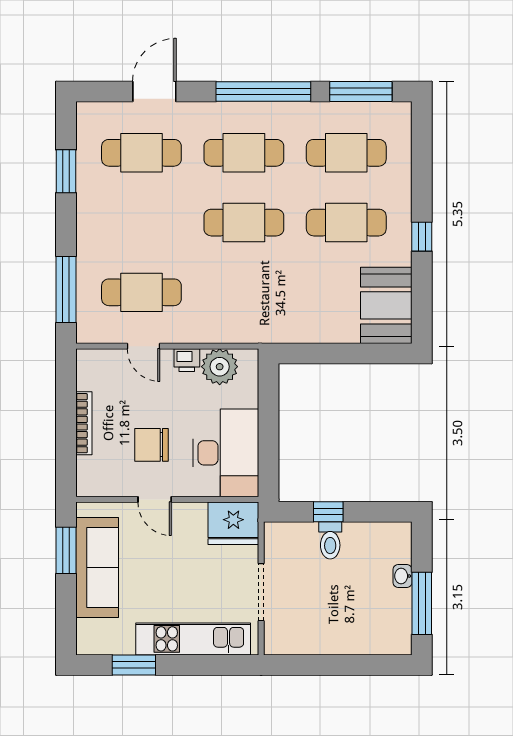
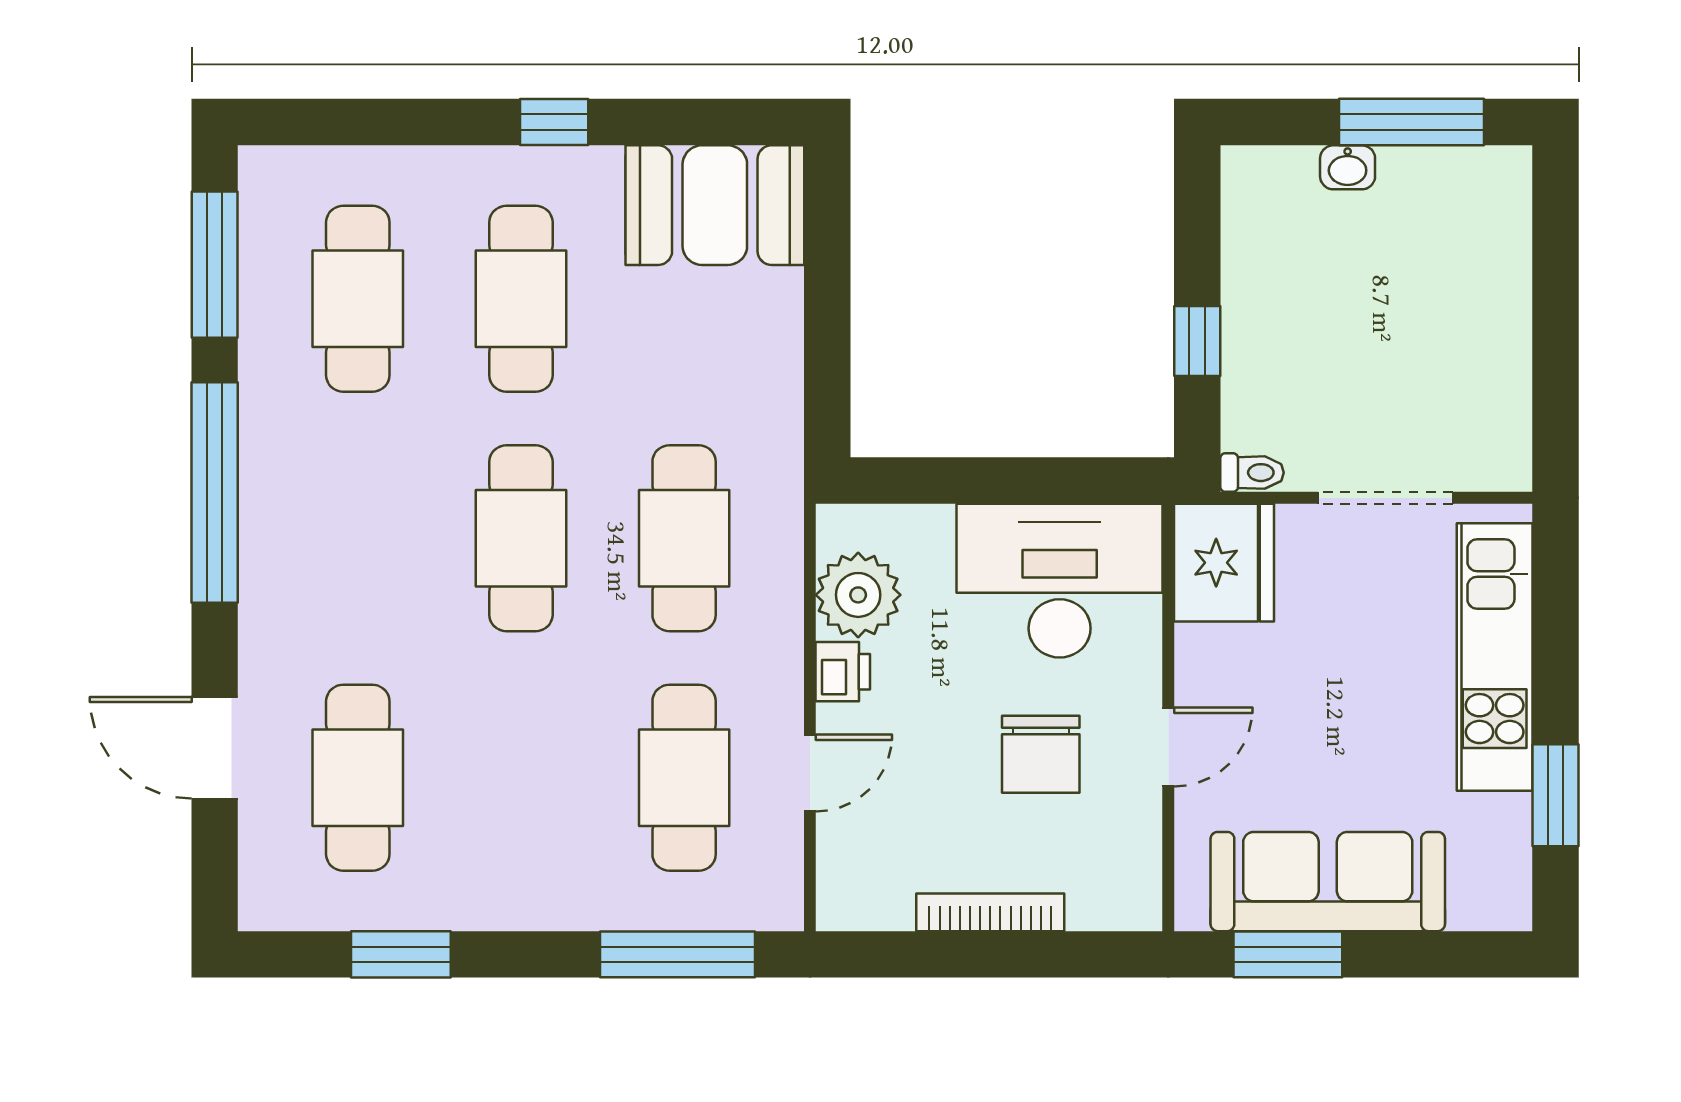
cafe table: (244, 153) -> (684, 538), moved
toilet: (330, 540) -> (1252, 473), moved, width x0.73, depth x0.72

